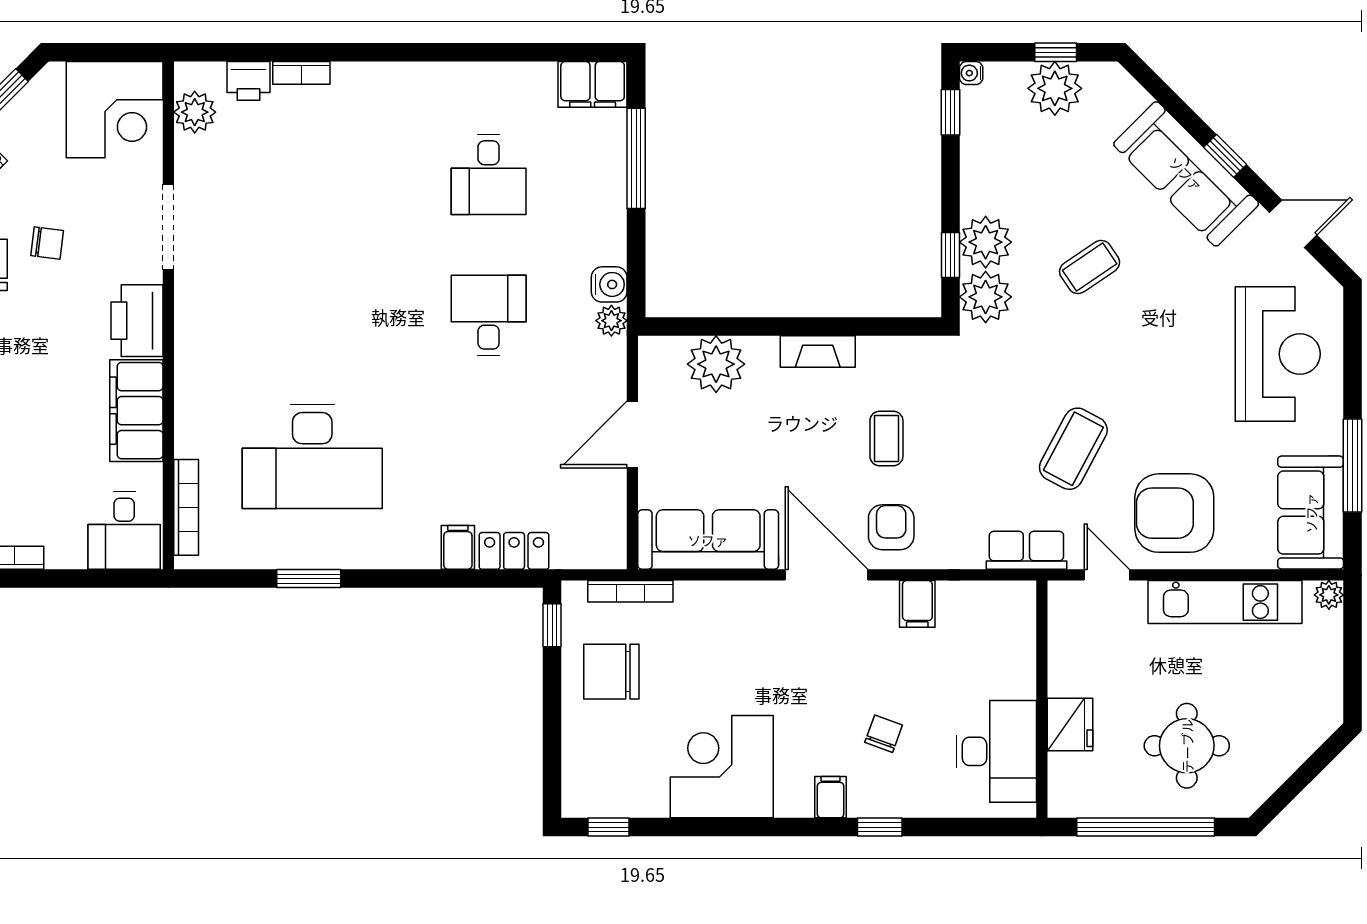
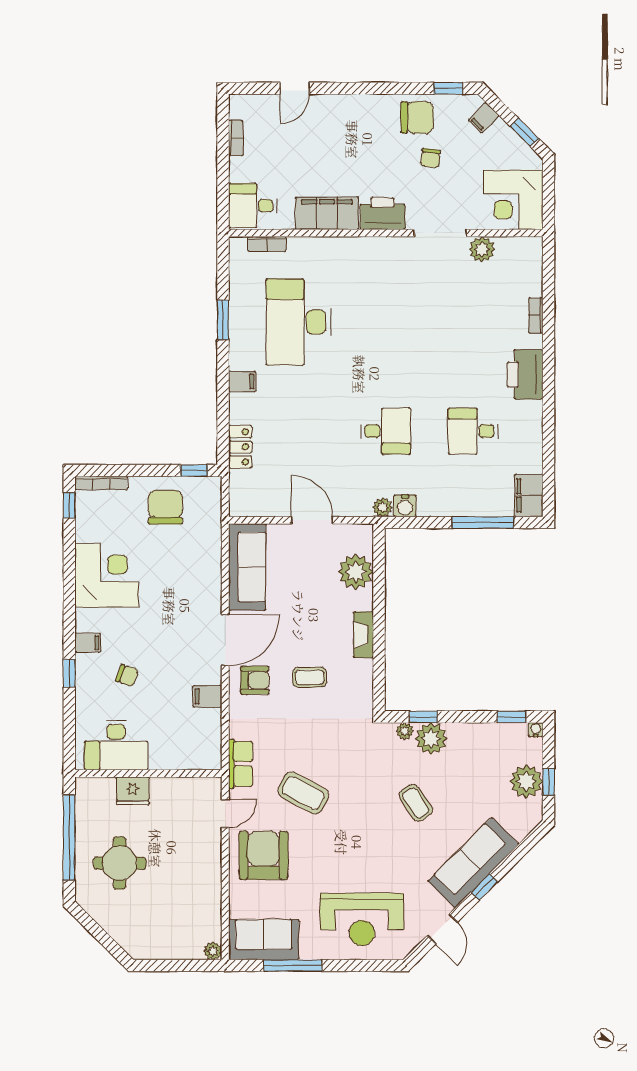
printer: (248, 81) -> (525, 374), moved, width x1.87, depth x1.48
plant: (195, 112) -> (482, 249), moved
plant: (986, 297) -> (405, 731), width x0.53, depth x0.53
bookcase: (186, 507) -> (267, 244), width x0.64
filing cabinet: (458, 547) -> (242, 381), moved
bookcase: (630, 591) -> (101, 483), moved, turned -90
kitchen unit: (1225, 602) -> (208, 887), removed

